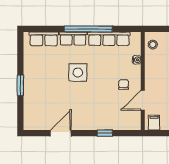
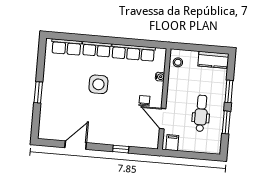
window: (88, 29) -> (113, 41), removed
door: (143, 100) -> (163, 119), hinge flipped

